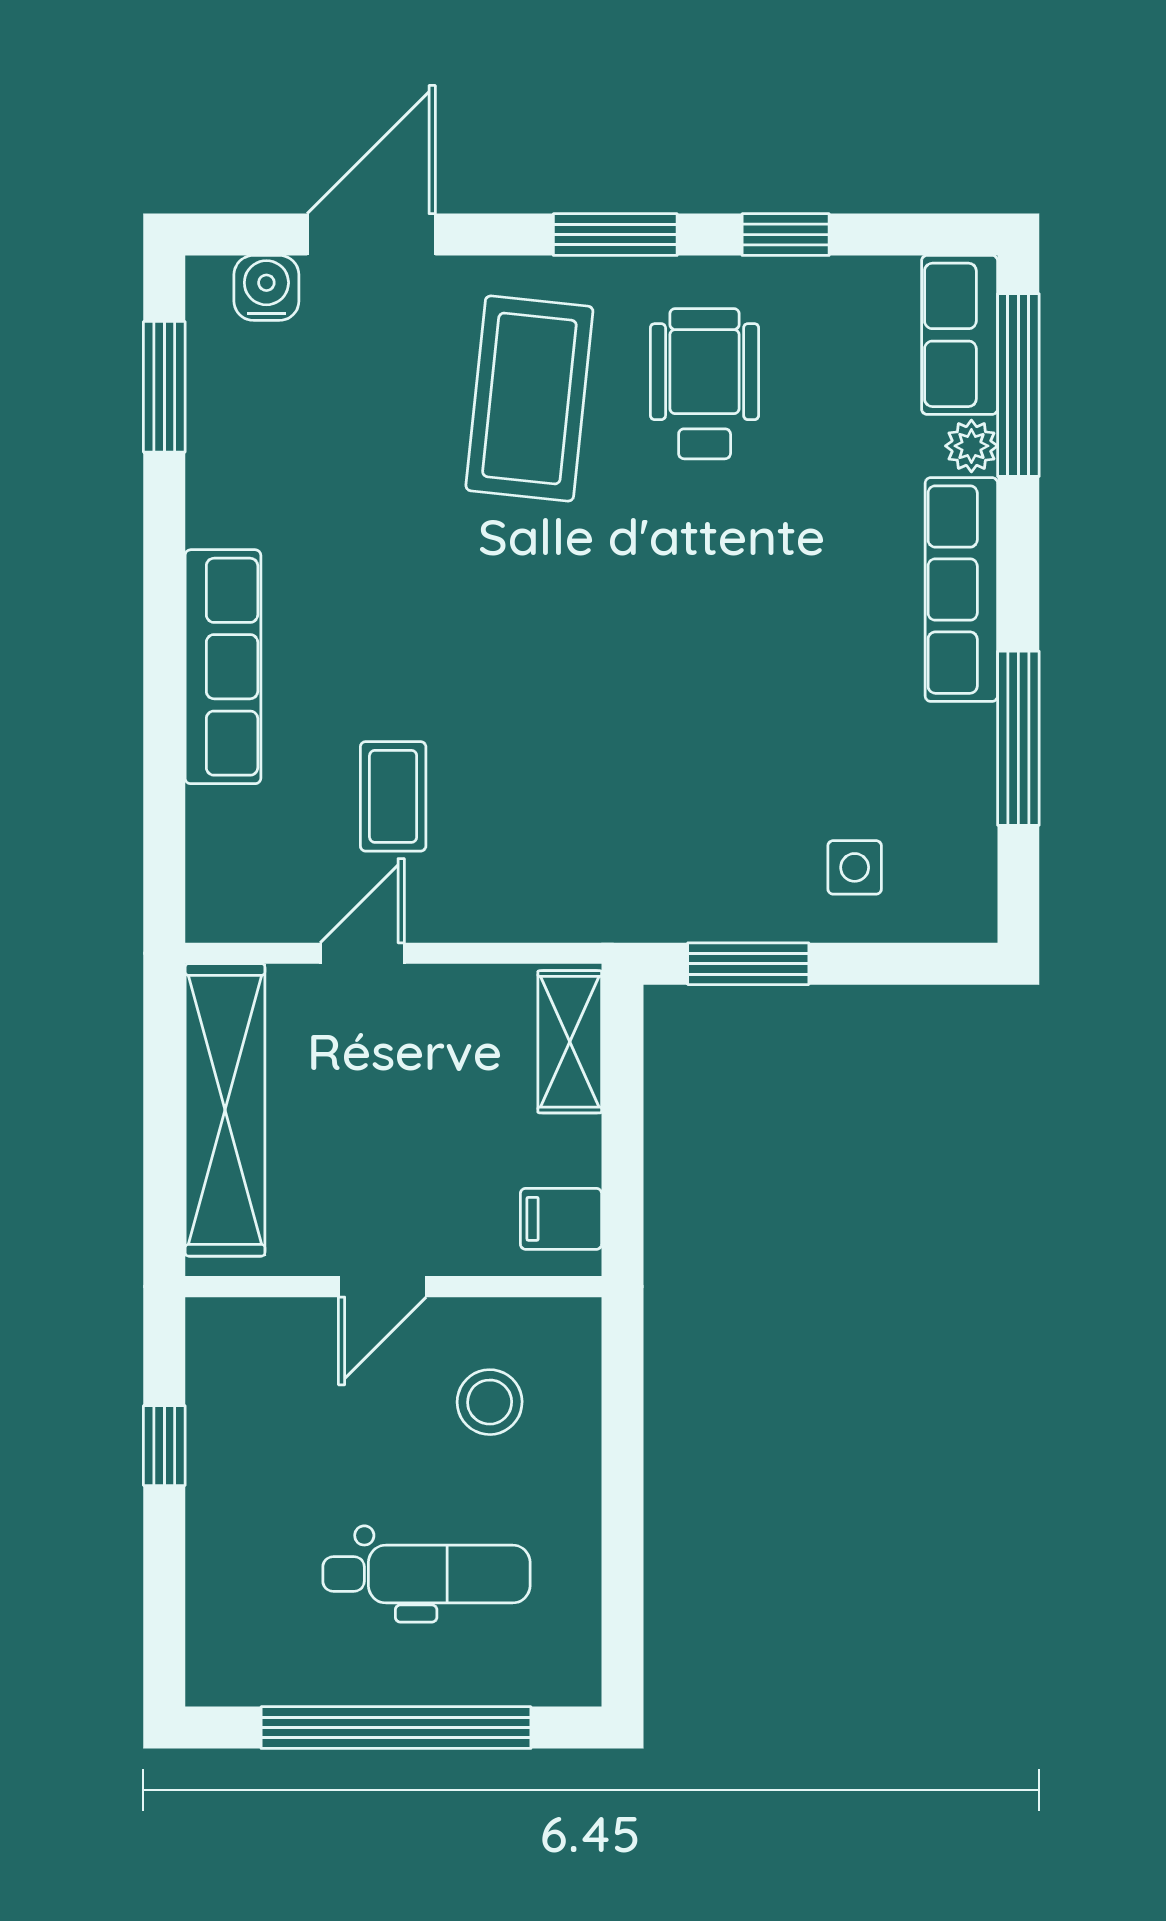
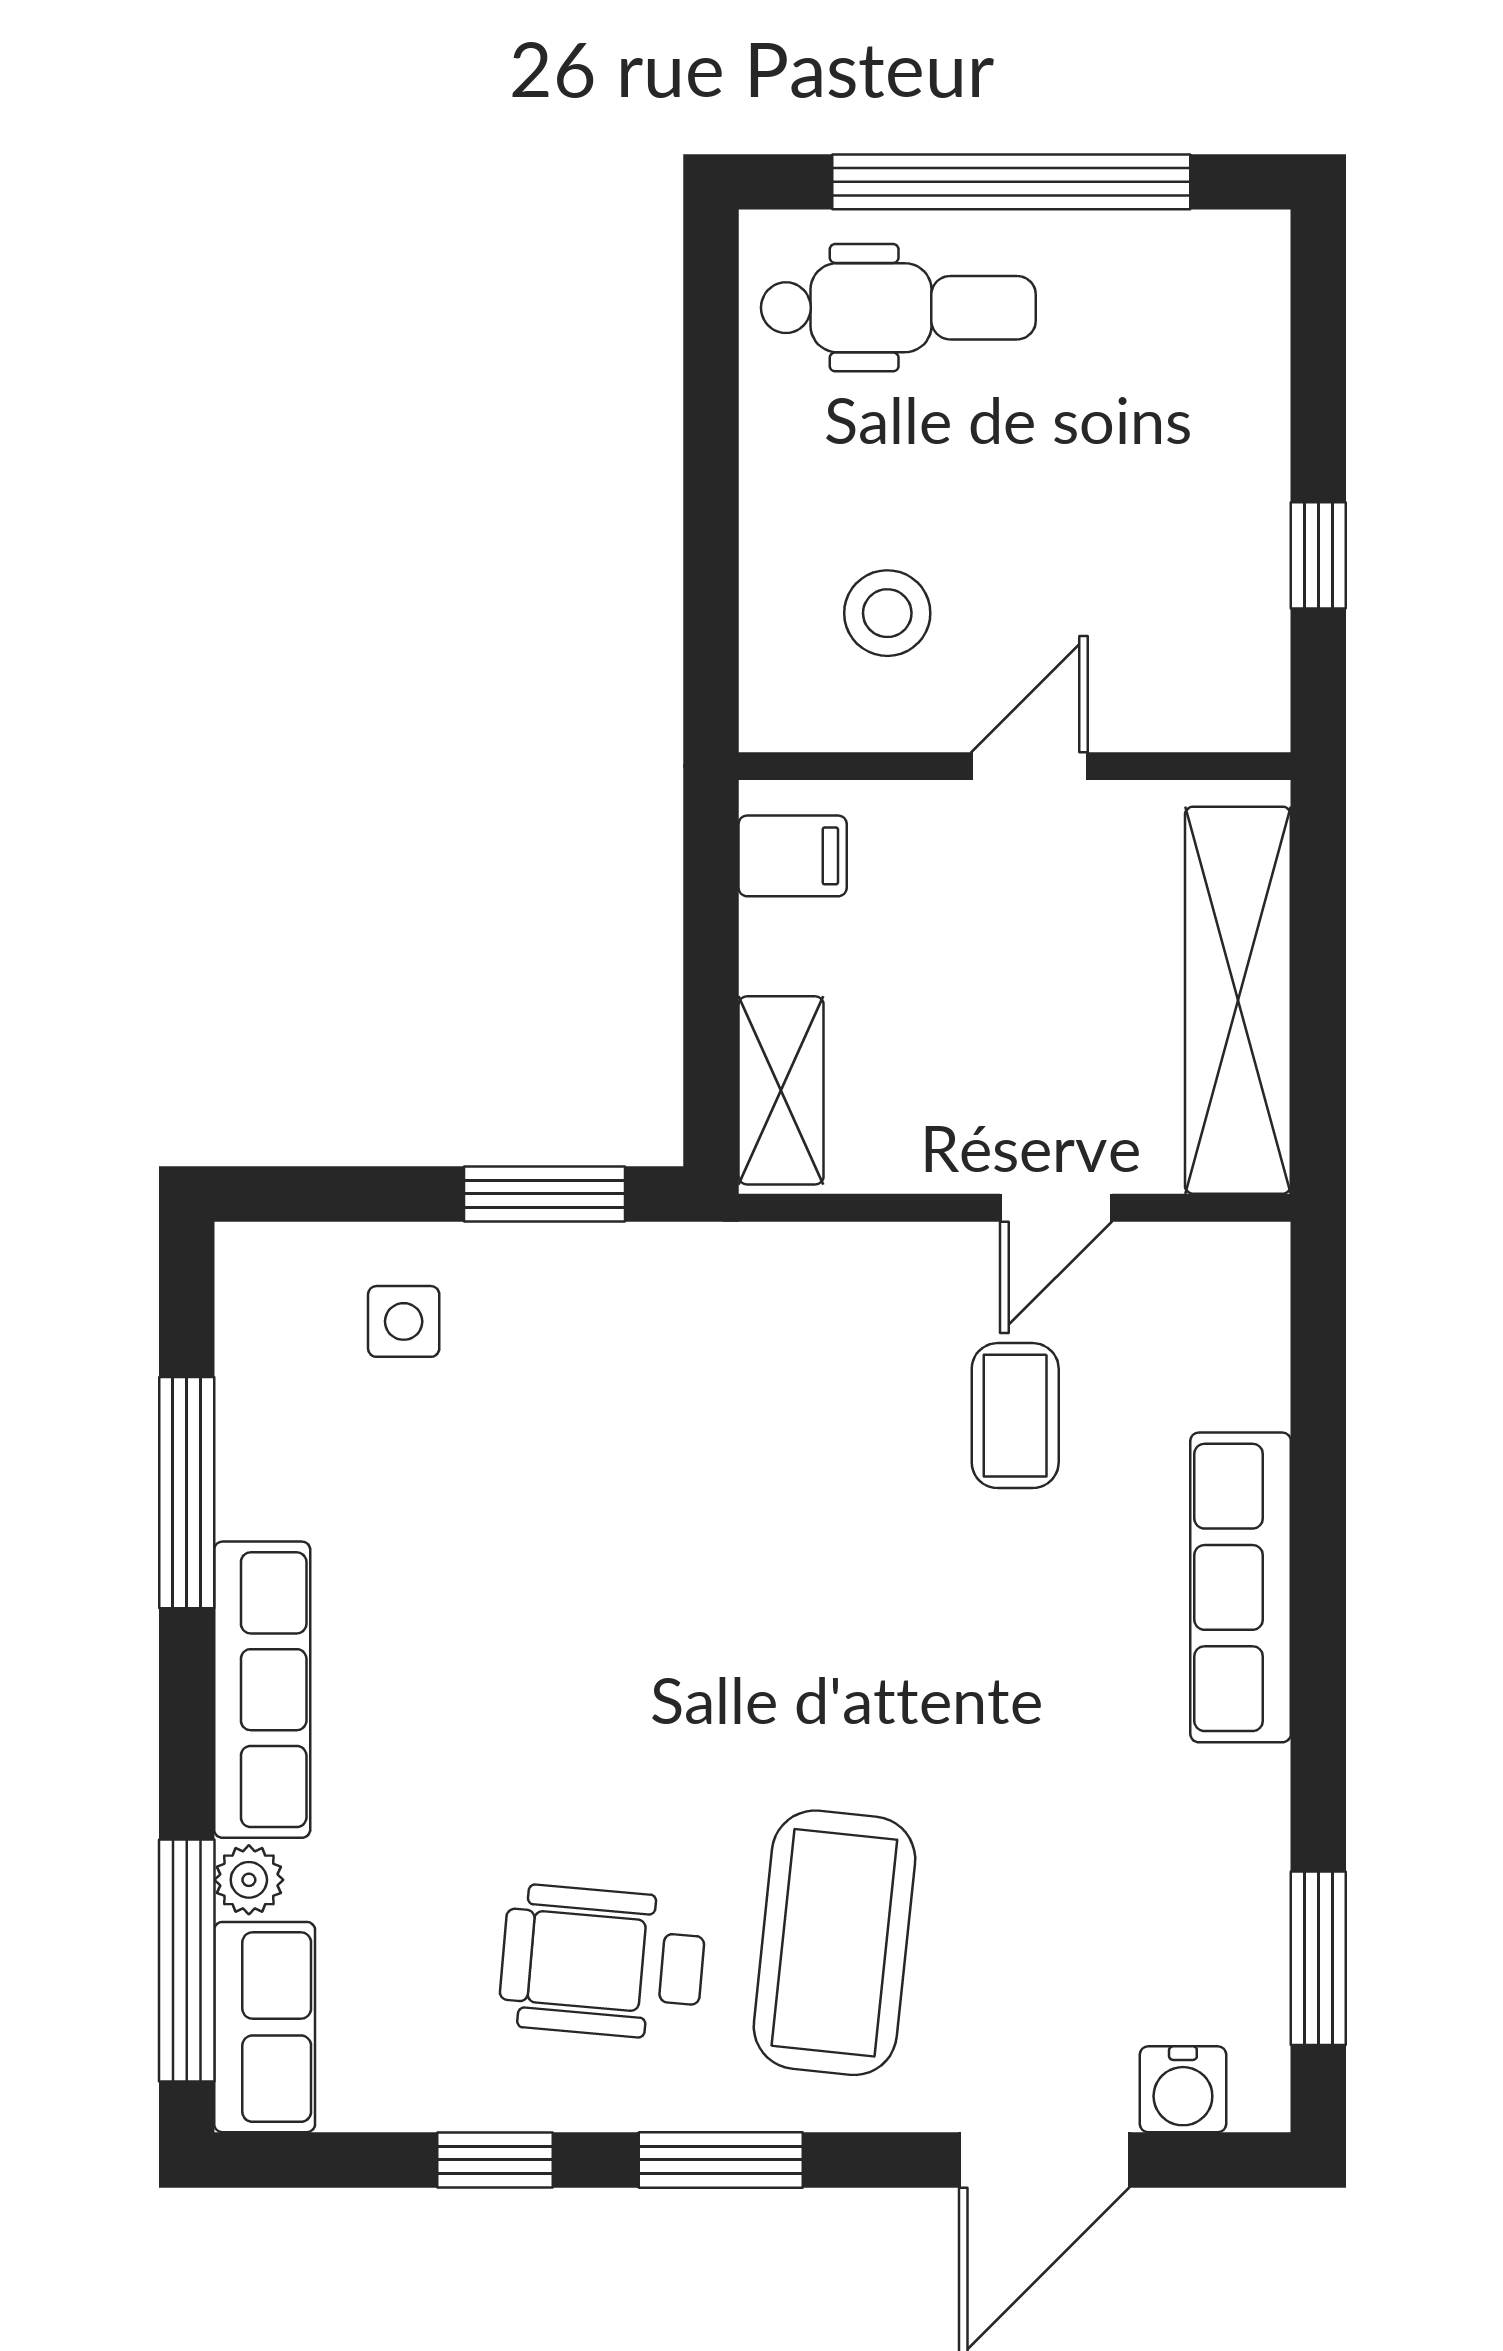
wheelchair: (705, 384) -> (602, 1962), turned 95
dental chair: (426, 1574) -> (898, 308), moved, turned 180

